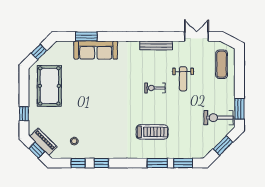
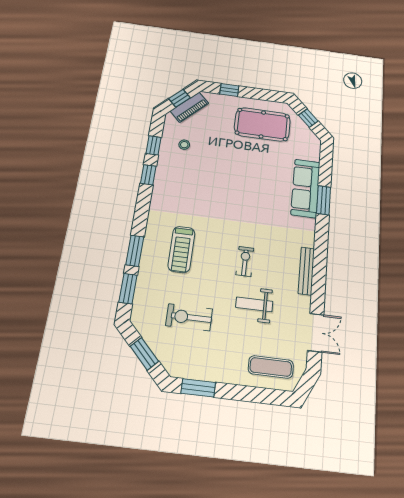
window: (86, 36) -> (324, 200), moved
exercise bike: (218, 118) -> (189, 317), moved, turned -90

